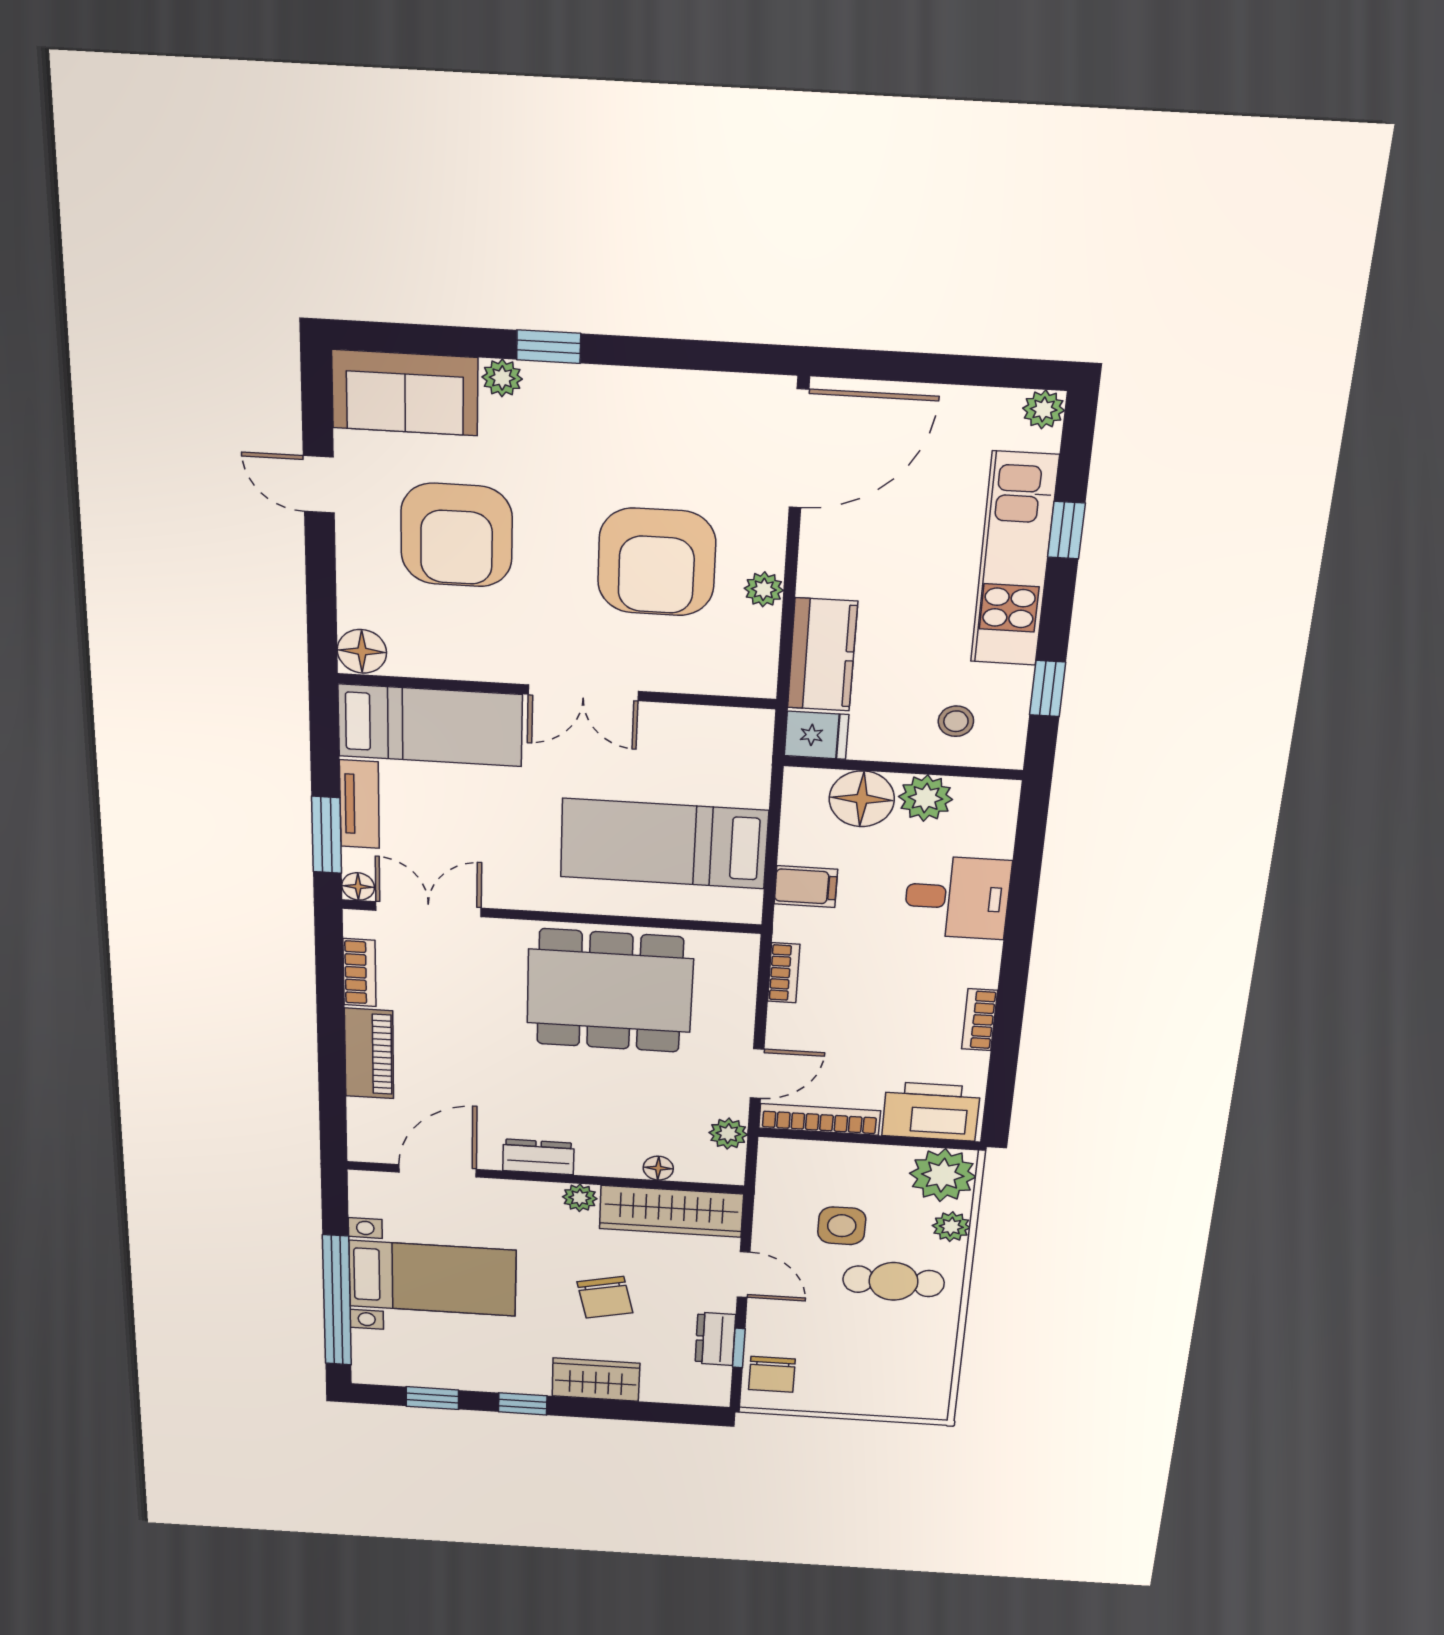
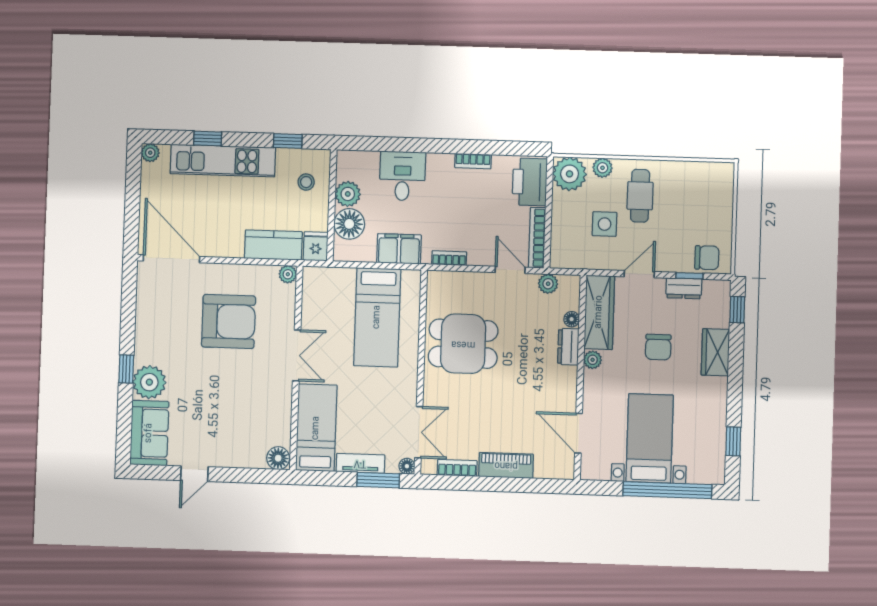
plant: (502, 378) -> (149, 382), width x1.88, depth x1.88
armchair: (457, 535) -> (218, 412), removed
plant: (764, 589) -> (288, 274), moved
filing cabinet: (806, 887) -> (399, 249), width x2.00
double door: (428, 909) -> (419, 432), swing flipped
dining table: (610, 991) -> (463, 344), width x0.73
dresser: (538, 1157) -> (568, 347), moved
chair: (605, 1297) -> (658, 347), turned 103
window: (523, 1404) -> (737, 310), moved

